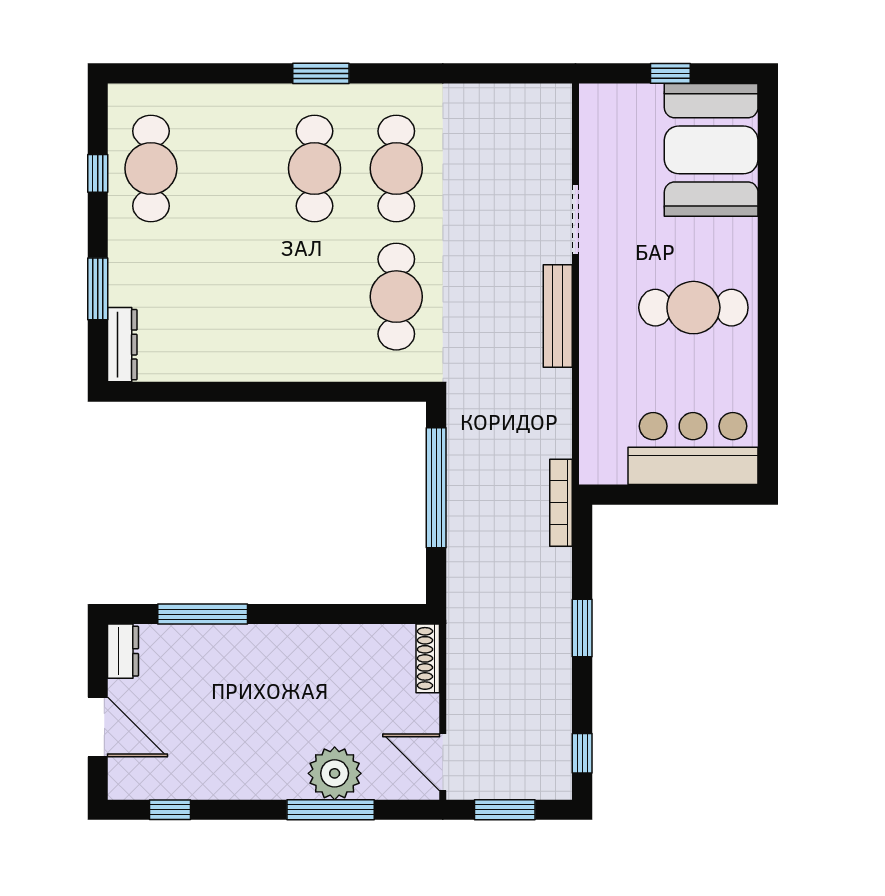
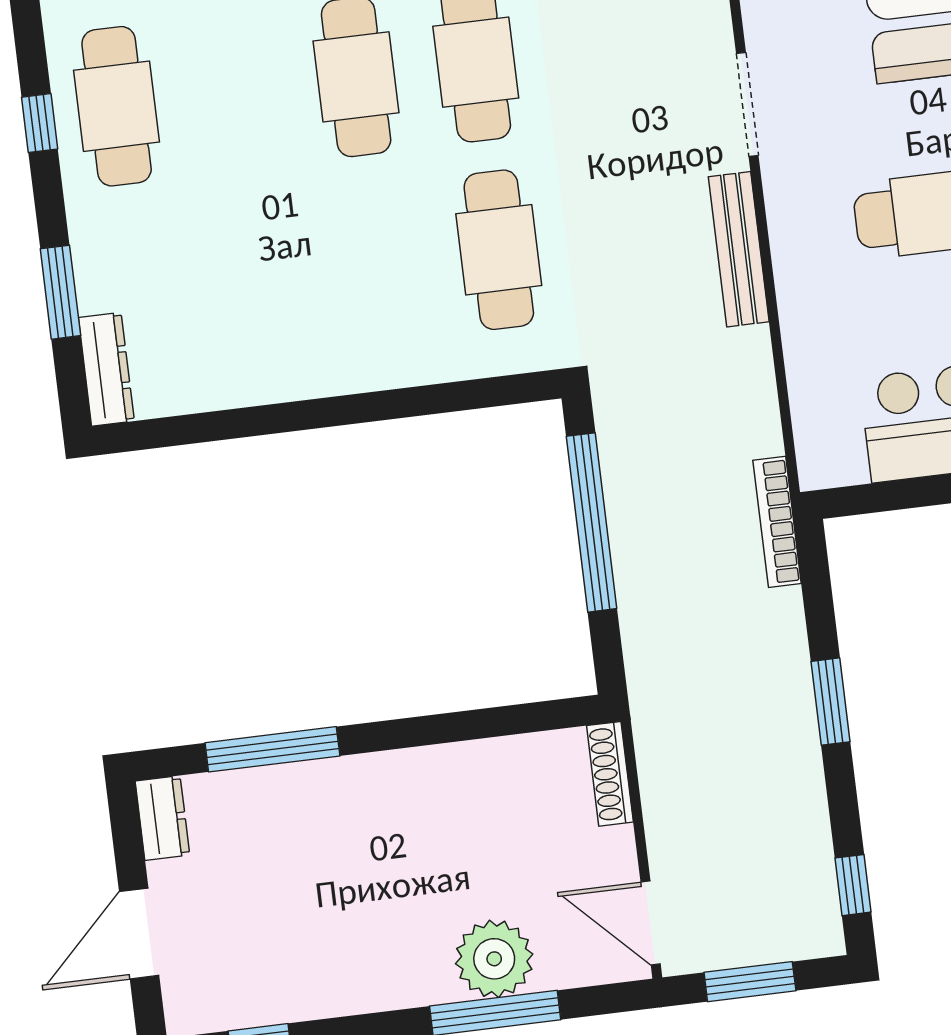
door: (98, 727) -> (139, 934), swing flipped

